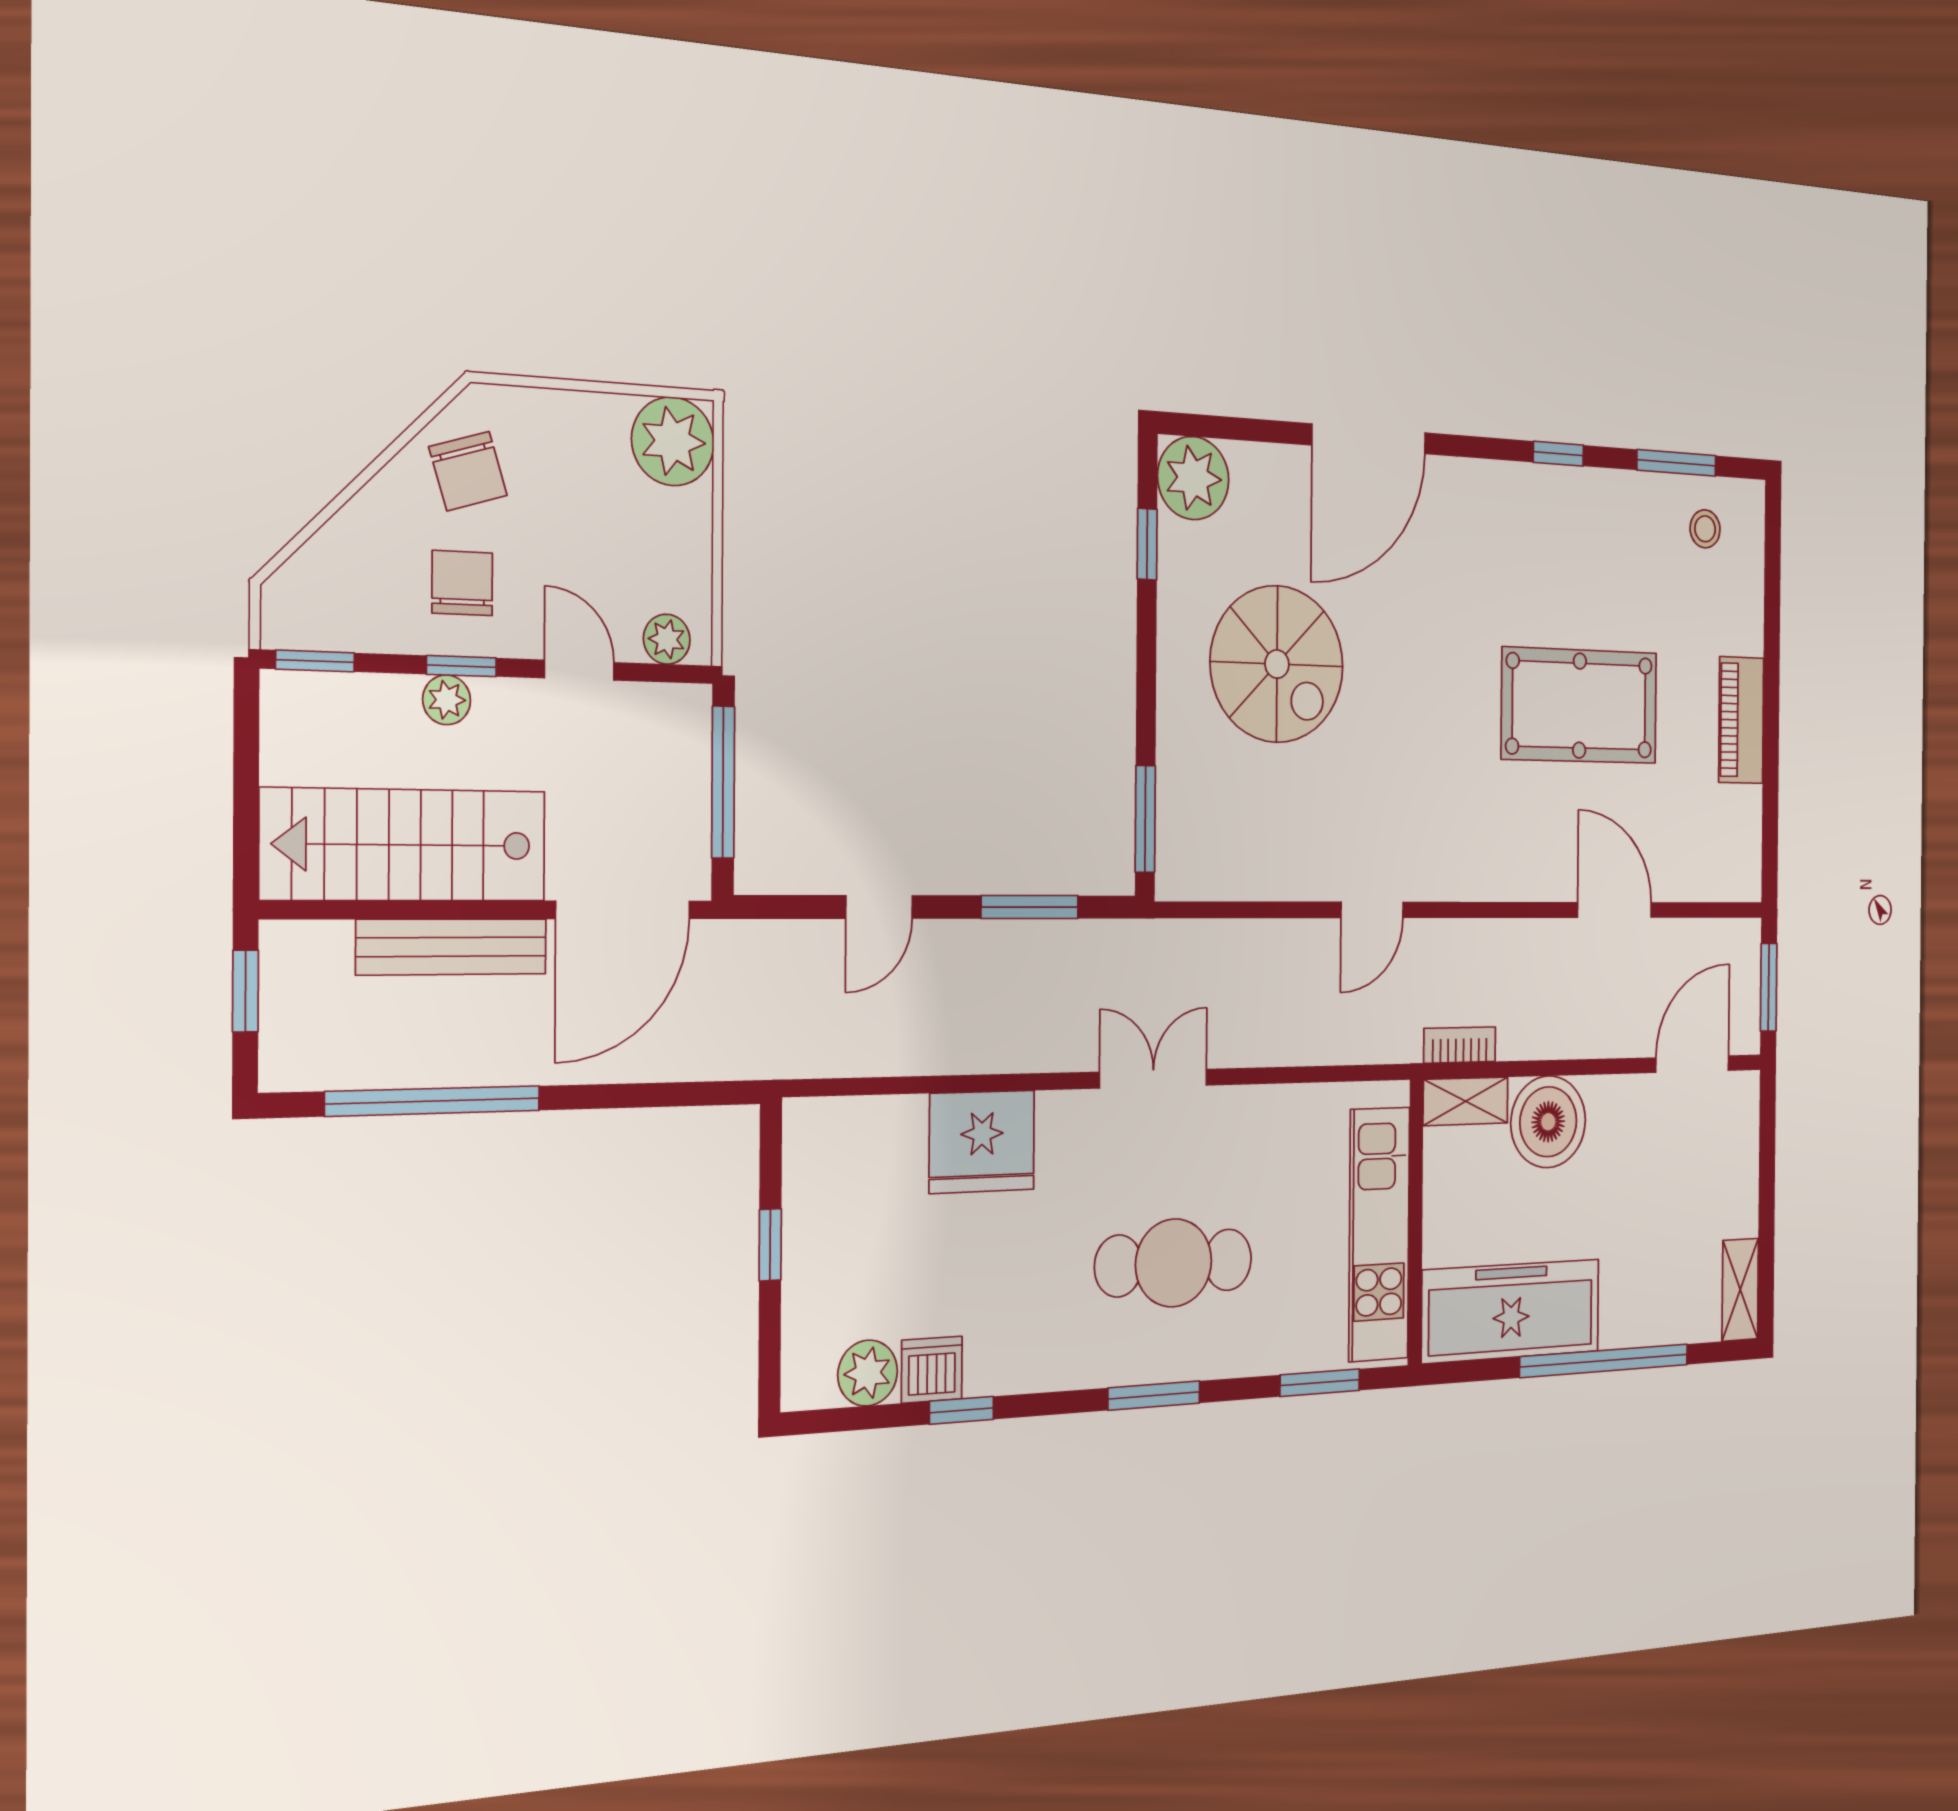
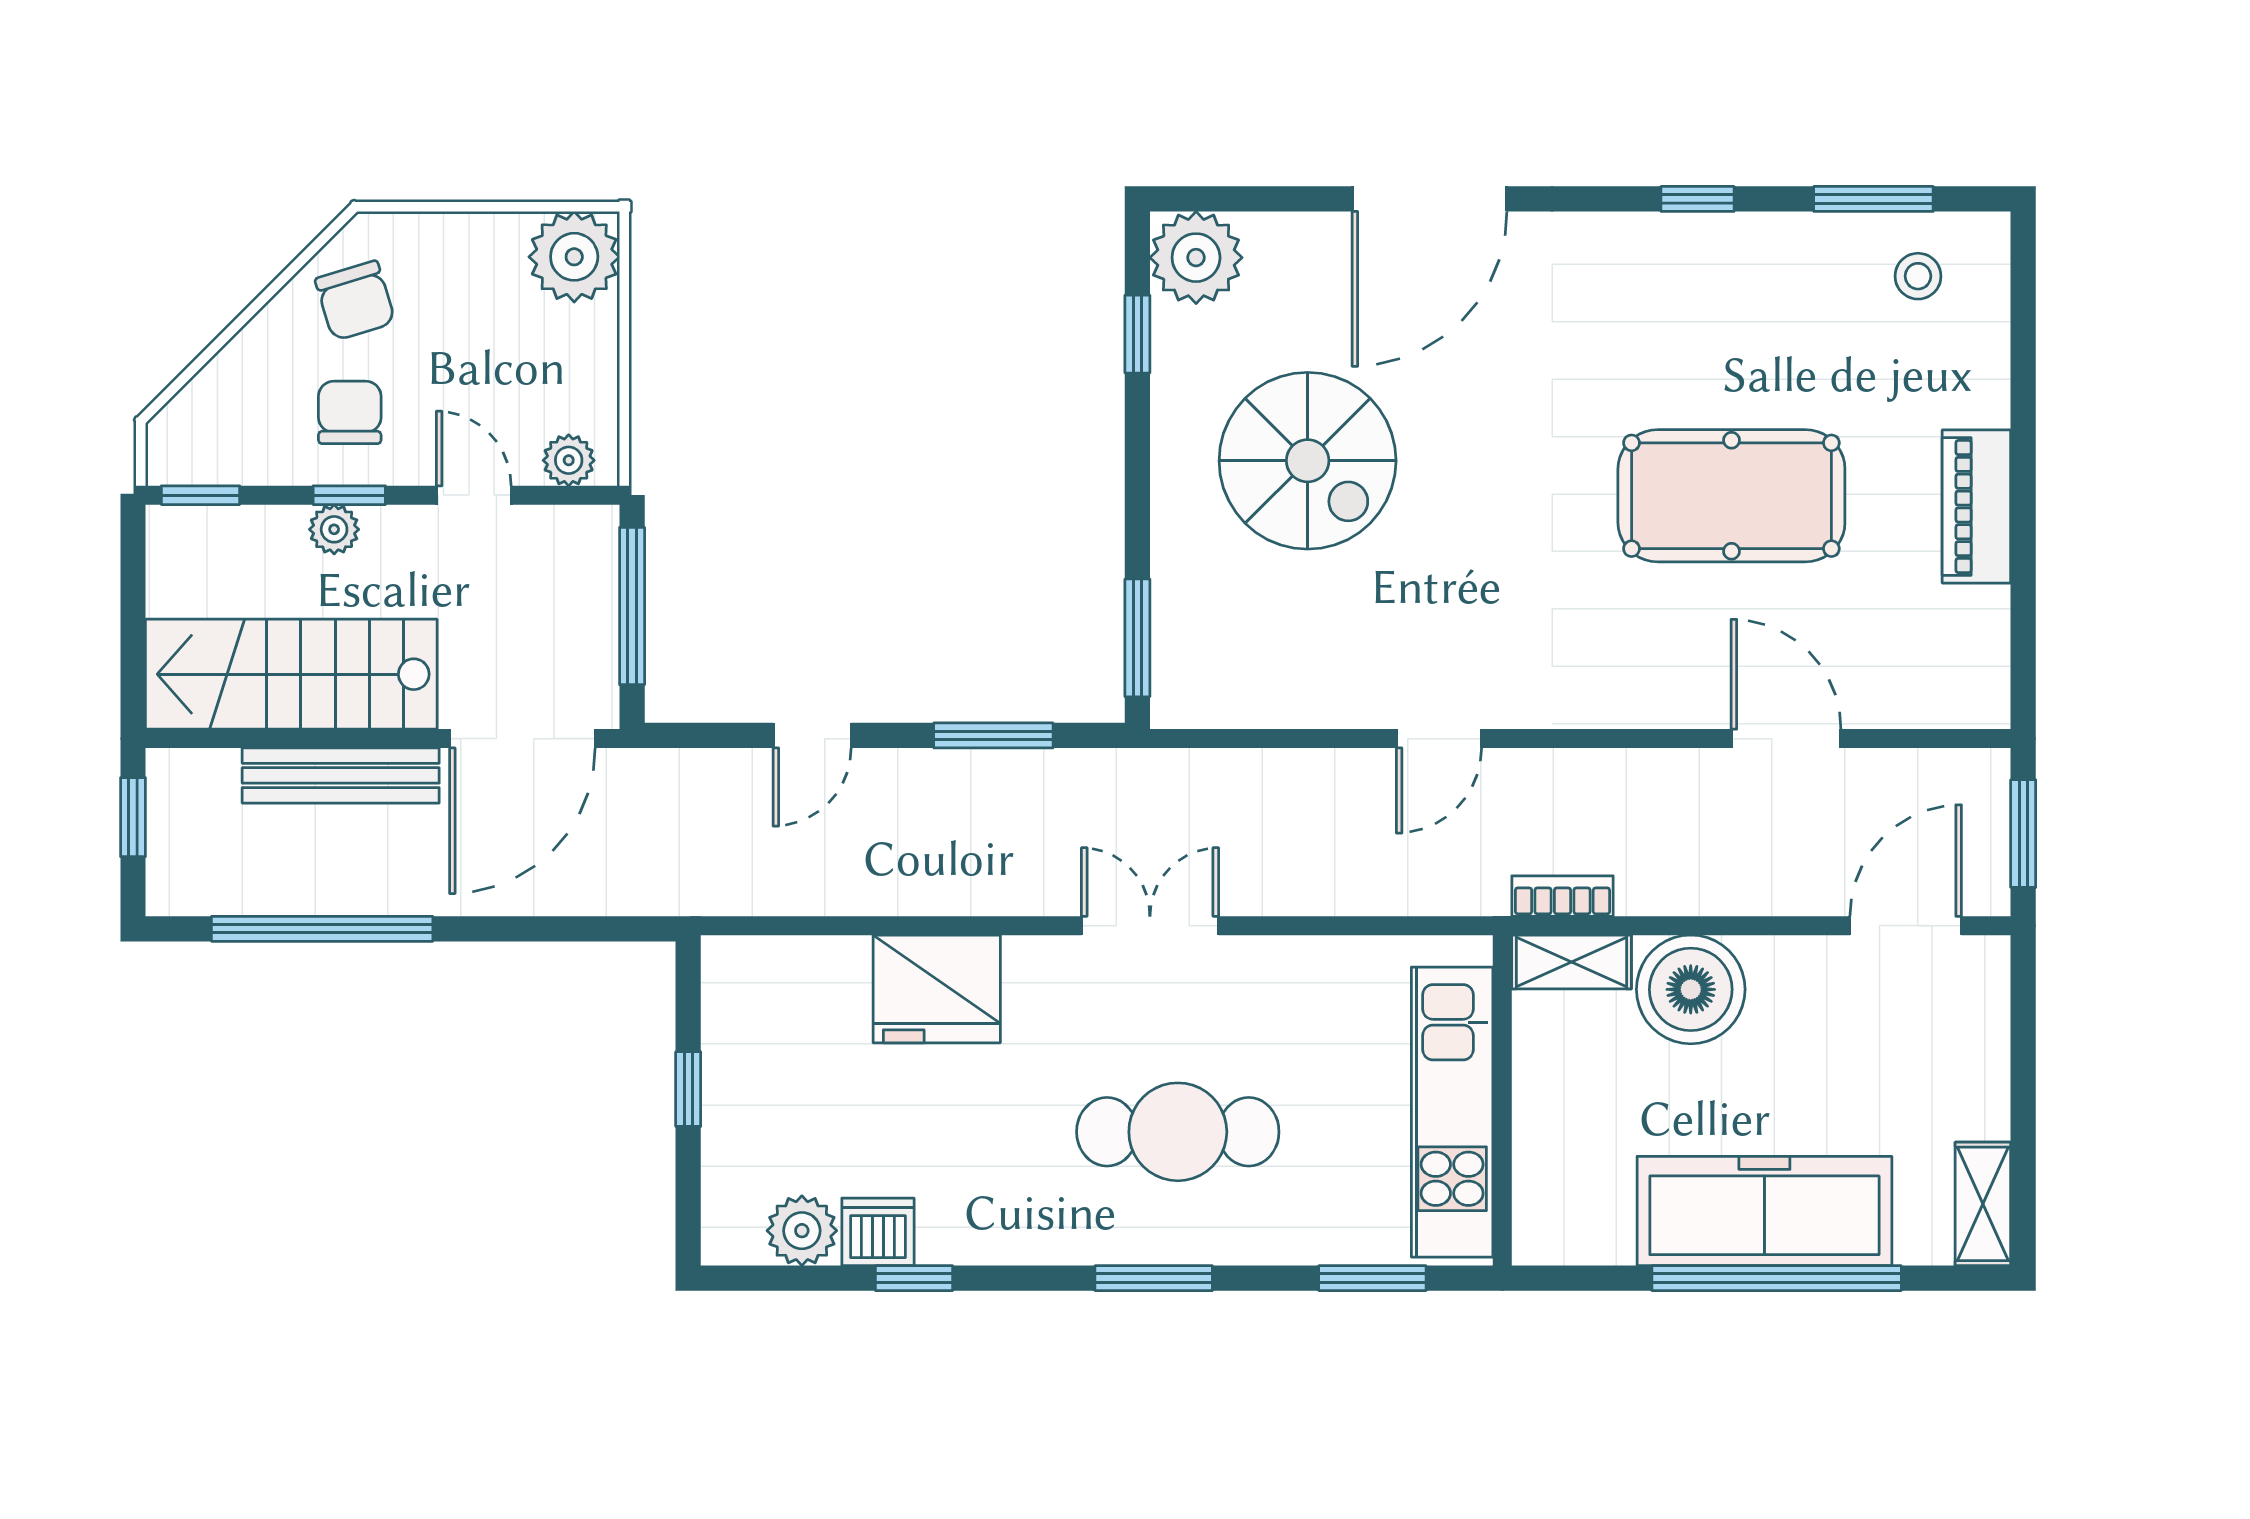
freezer: (1511, 1311) -> (1764, 1211), moved

